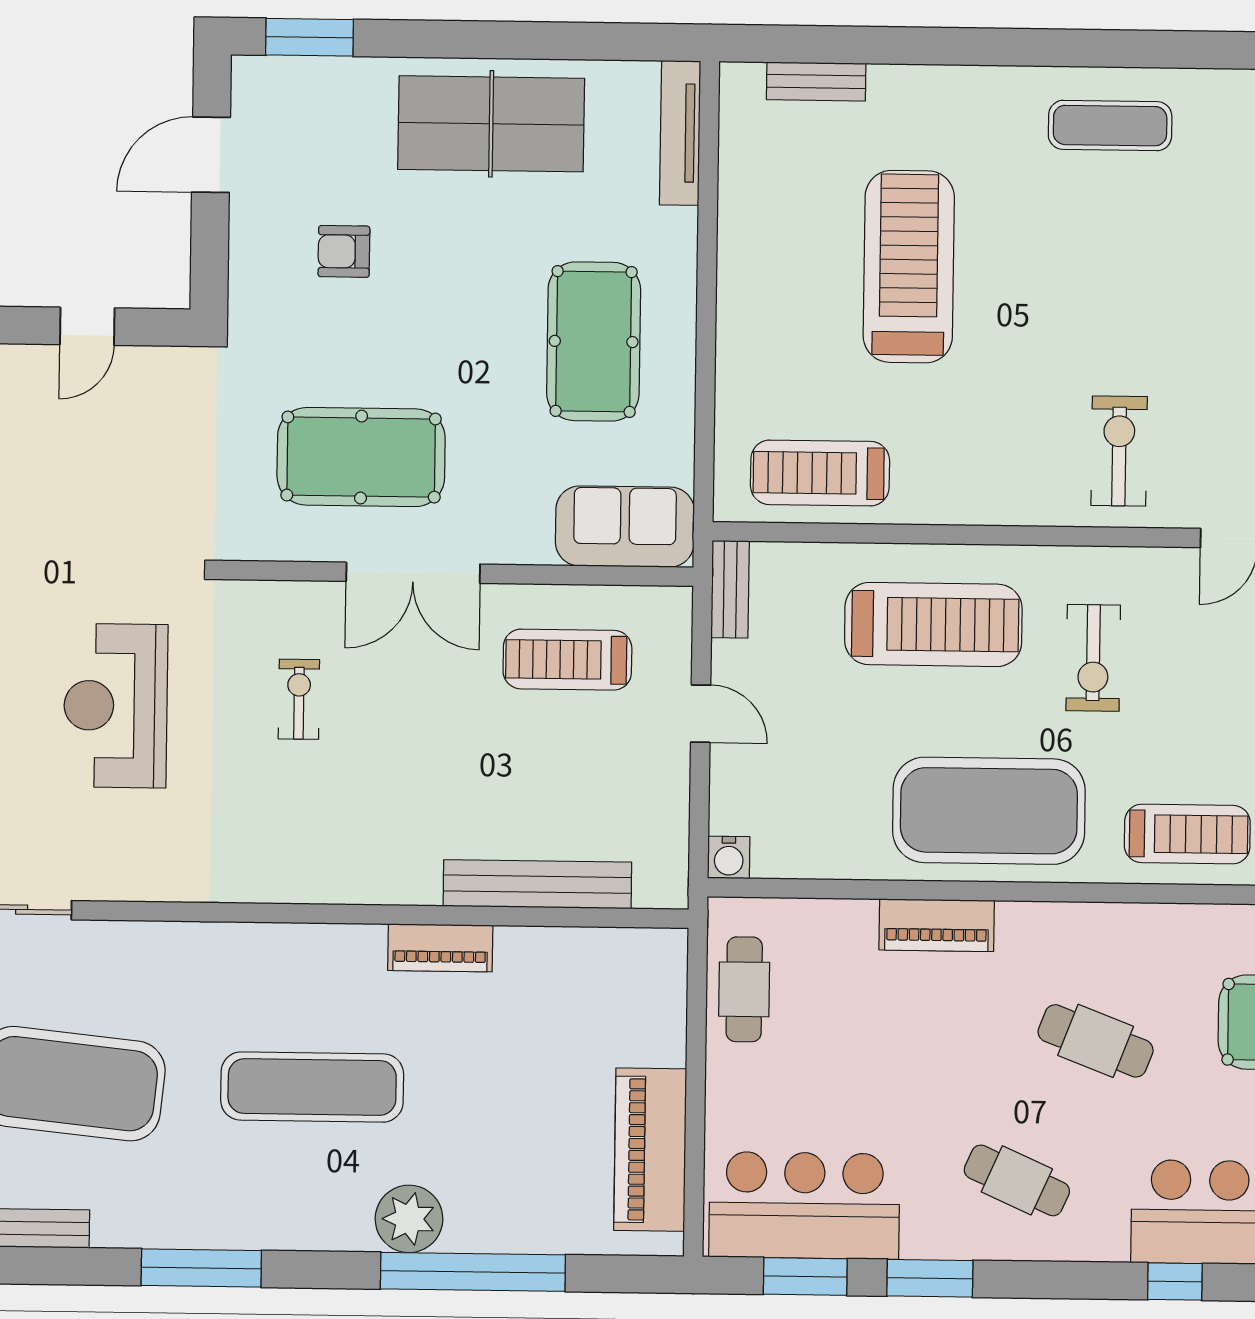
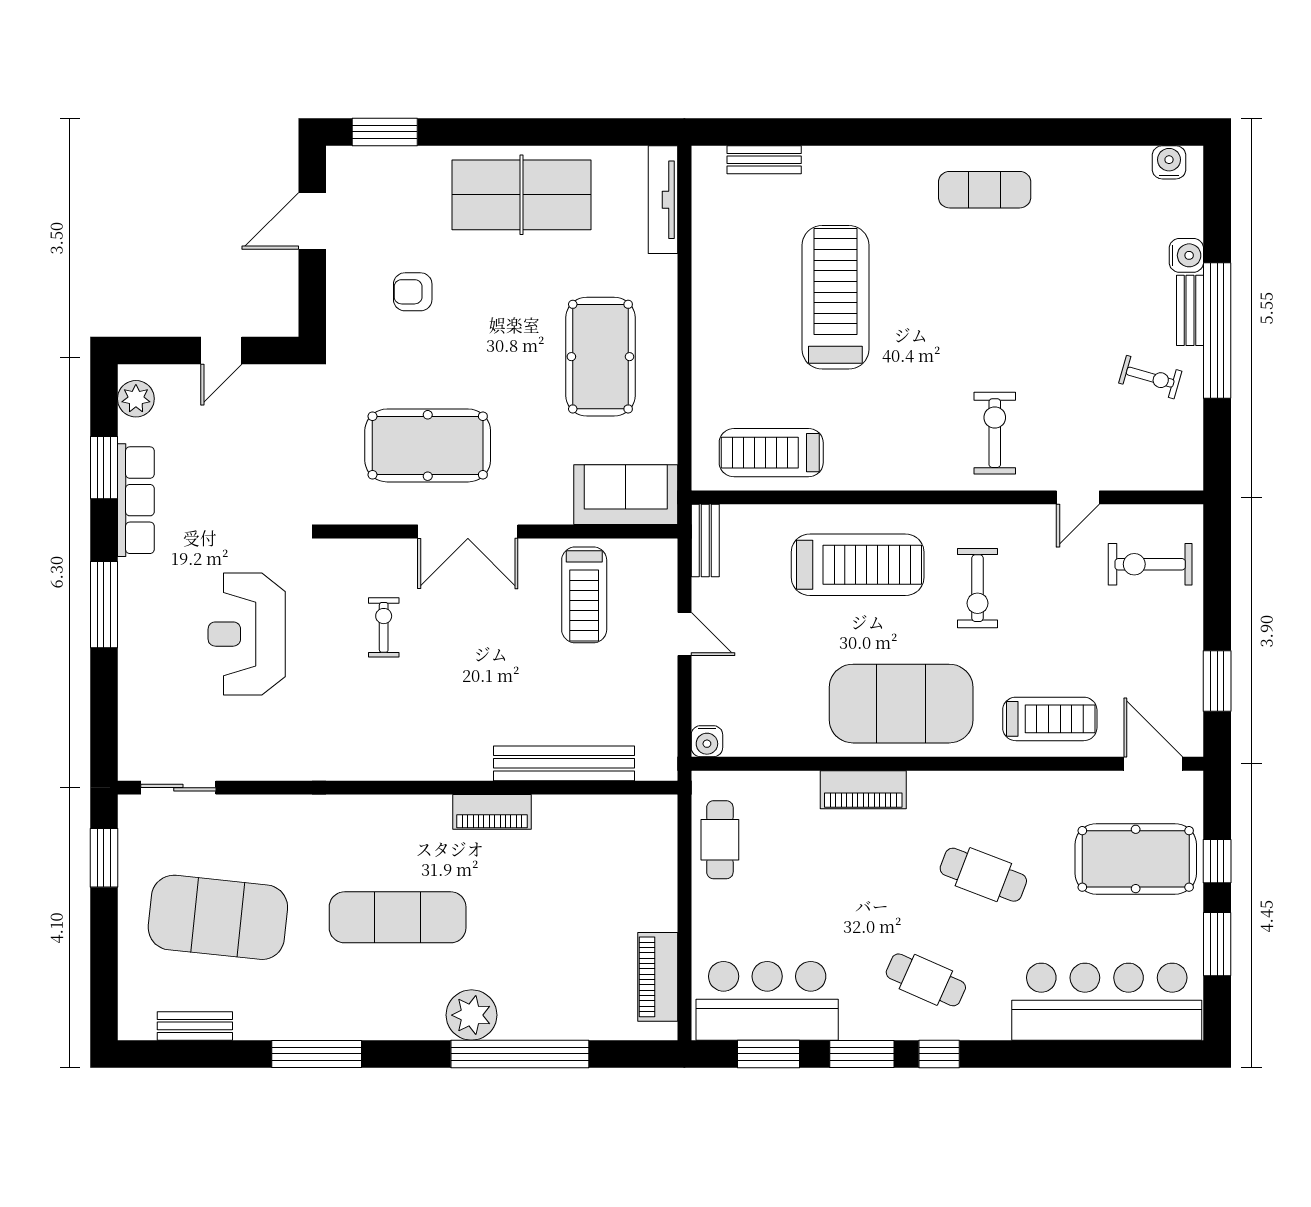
treadmill: (567, 660) -> (584, 595), turned -90
piano: (650, 1150) -> (658, 977), width x0.73, depth x0.75
window: (1175, 1282) -> (939, 1054), moved

